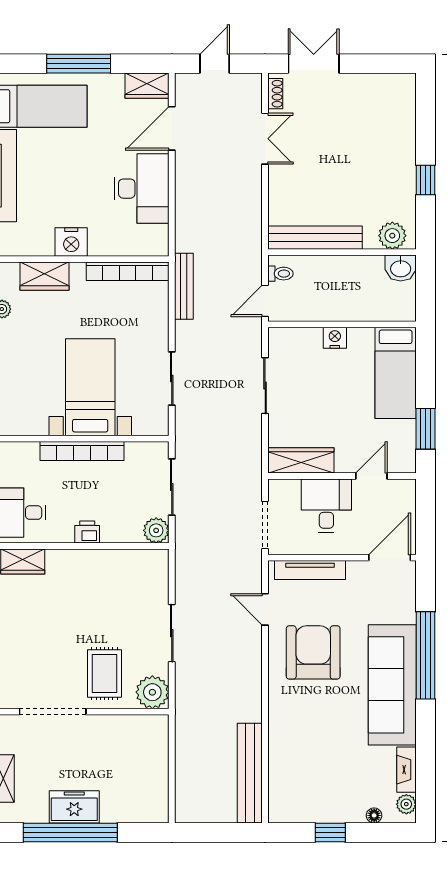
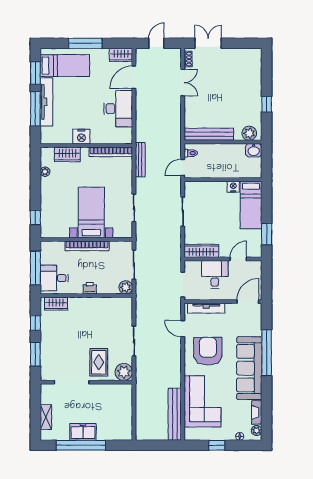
nightstand: (335, 338) -> (233, 187), moved
corner sofa: (303, 748) -> (203, 401), added

